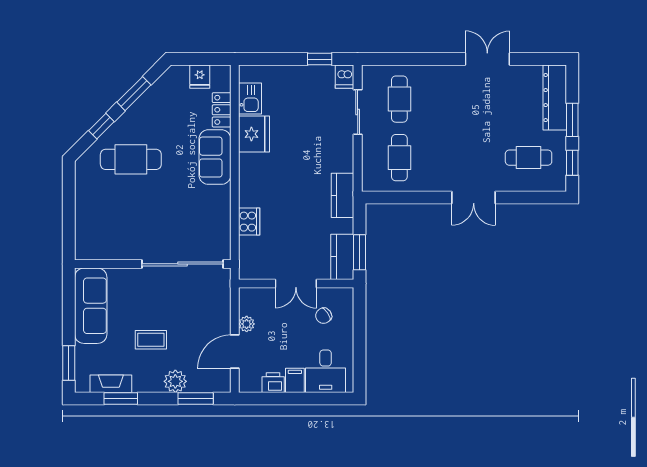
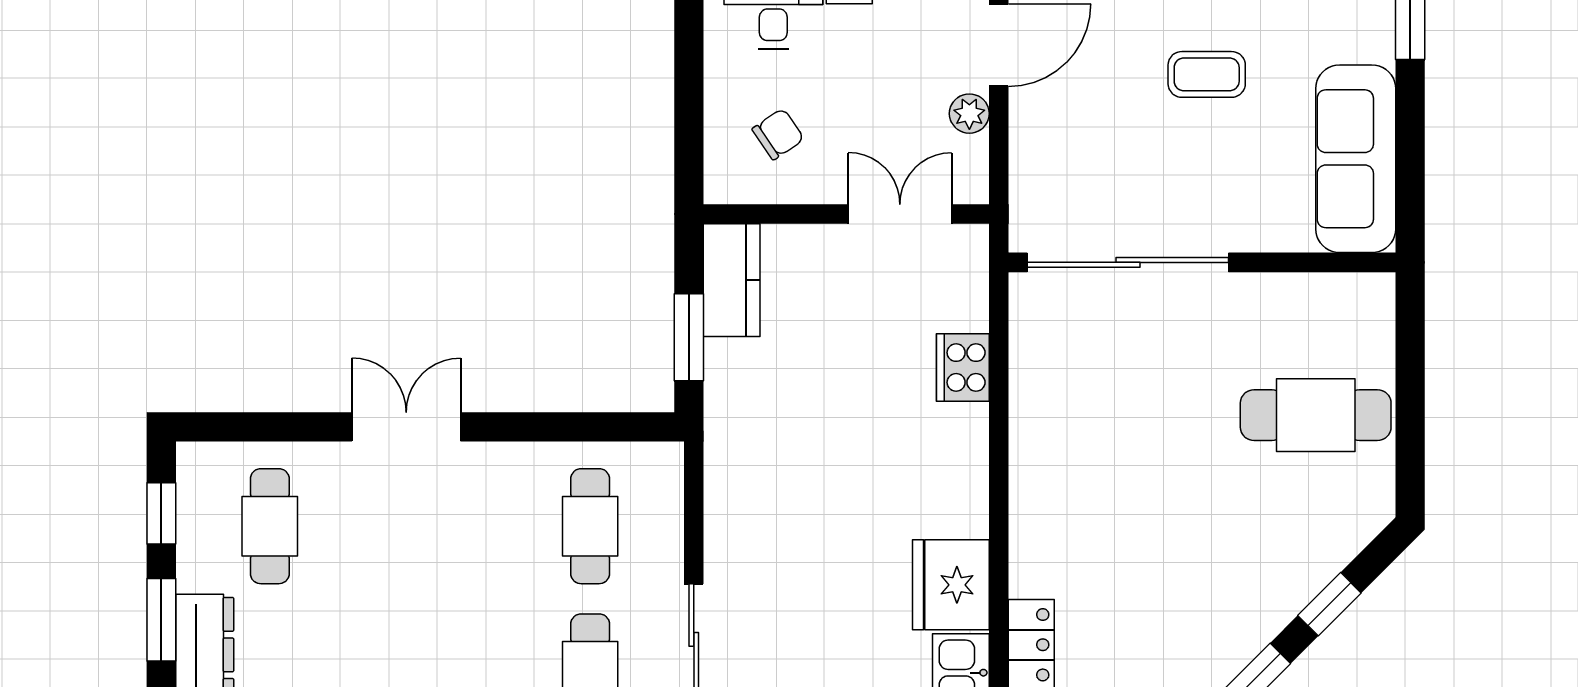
sofa: (215, 157) -> (1048, 528), removed
cafe table: (529, 158) -> (270, 526), turned 90
cafe table: (131, 159) -> (1316, 415), moved
kitchen counter: (343, 195) -> (731, 433), removed
window: (360, 252) -> (689, 337), moved
double door: (296, 283) -> (900, 214), moved

